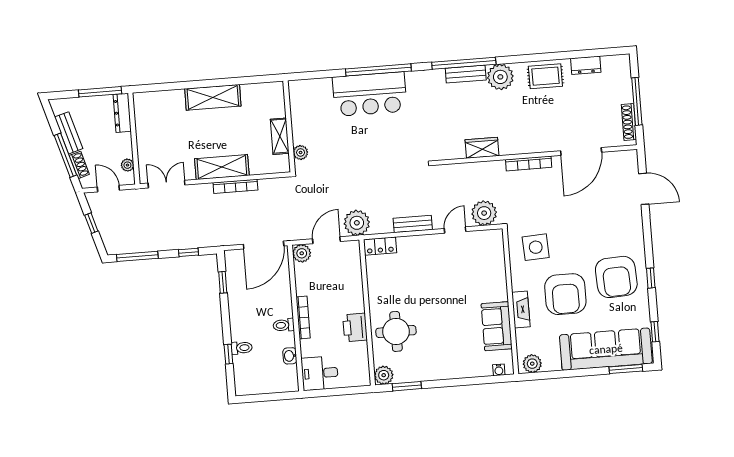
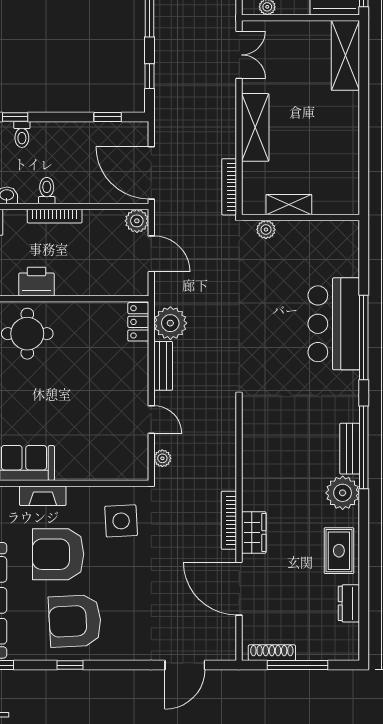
shelving: (213, 97) -> (345, 55), moved
wardrobe: (482, 148) -> (254, 532), moved
bookcase: (235, 186) -> (229, 187), moved
plant: (484, 213) -> (162, 458), width x0.53, depth x0.53
plant: (357, 223) -> (170, 323), moved

